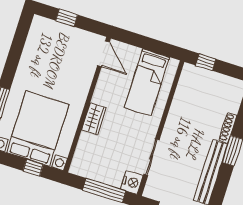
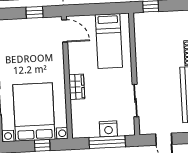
window: (67, 18) -> (34, 12), moved
nightstand: (132, 182) -> (108, 129), moved, turned 90

